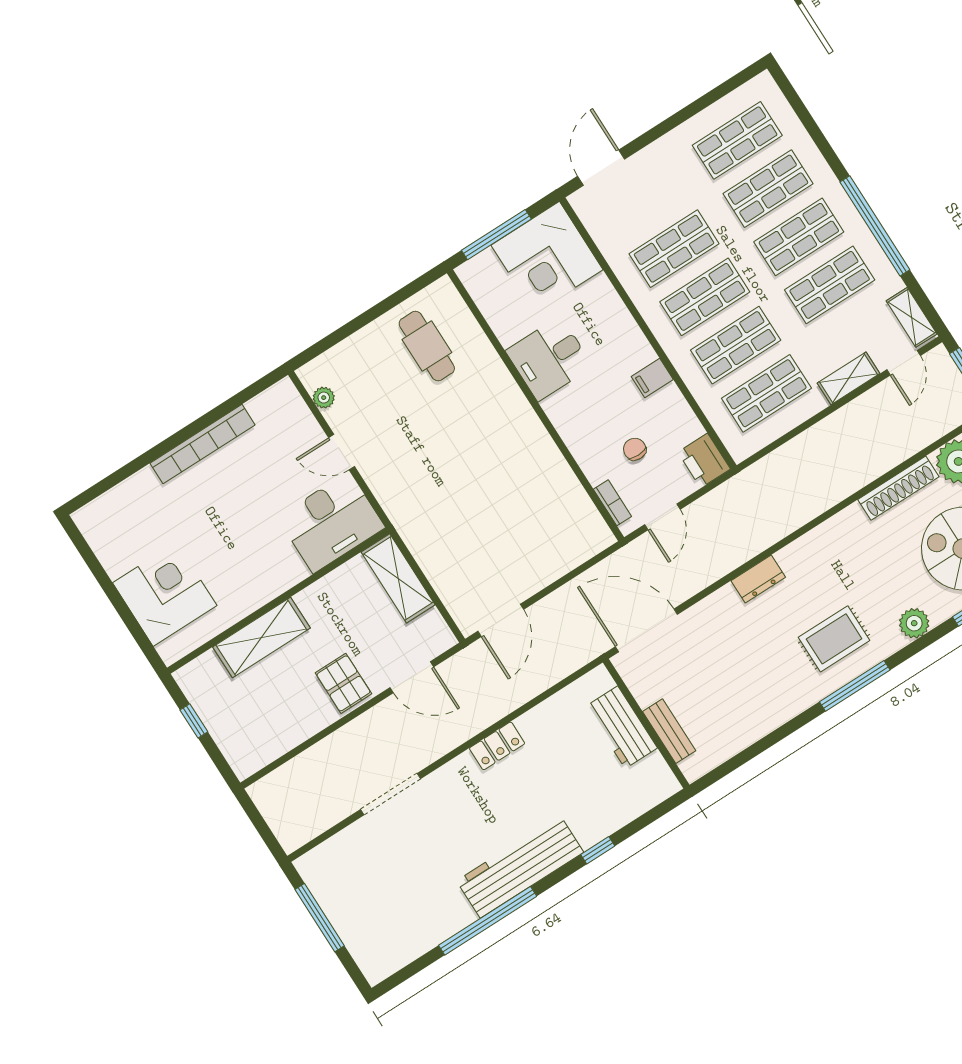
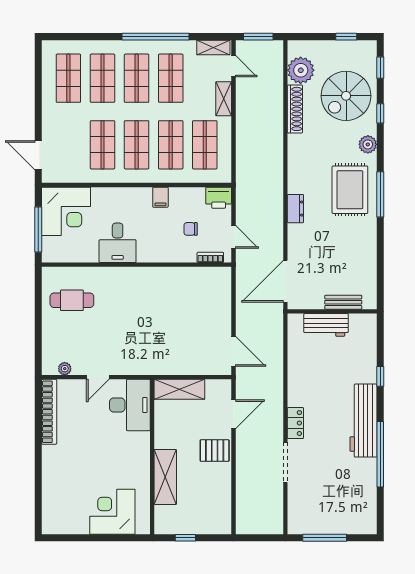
bookcase: (203, 444) -> (49, 412), moved
rug: (834, 639) -> (350, 190), width x1.36, depth x1.43
locker: (497, 746) -> (295, 423), moved

